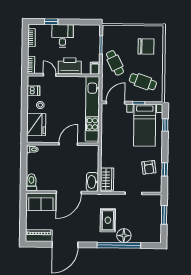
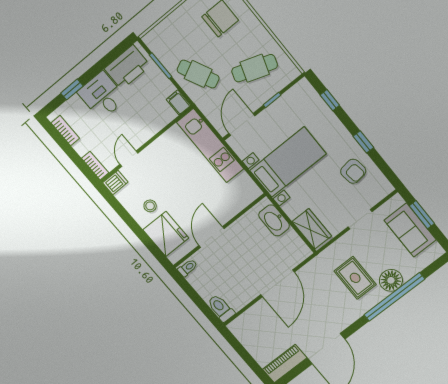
printer: (70, 66) -> (127, 67), moved, turned 180
door: (50, 75) -> (129, 159), hinge flipped
dishwasher: (33, 91) -> (115, 182), moved
kitchen unit: (92, 109) -> (210, 146), width x0.73
bed with nightstands: (145, 125) -> (288, 162), moved, turned -90
door: (68, 144) -> (211, 237), moved
window: (165, 169) -> (363, 142), moved
washbasin: (92, 182) -> (274, 220), moved
sofa: (41, 202) -> (410, 230), moved, turned 90

